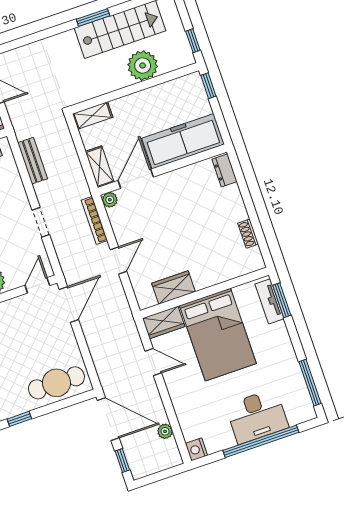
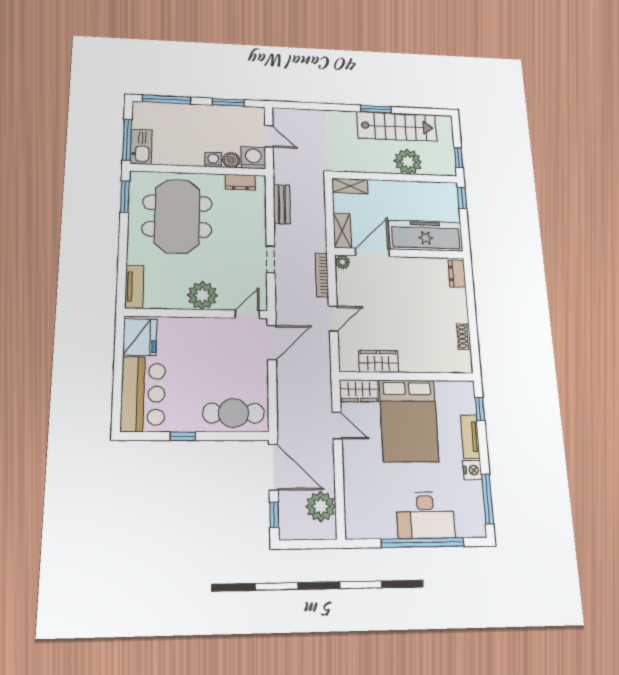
window: (282, 300) -> (480, 409), width x0.67
tv unit: (270, 301) -> (470, 437), moved
plant: (165, 431) -> (321, 506), width x1.88, depth x1.88
nightstand: (196, 449) -> (472, 470), moved, turned 180

